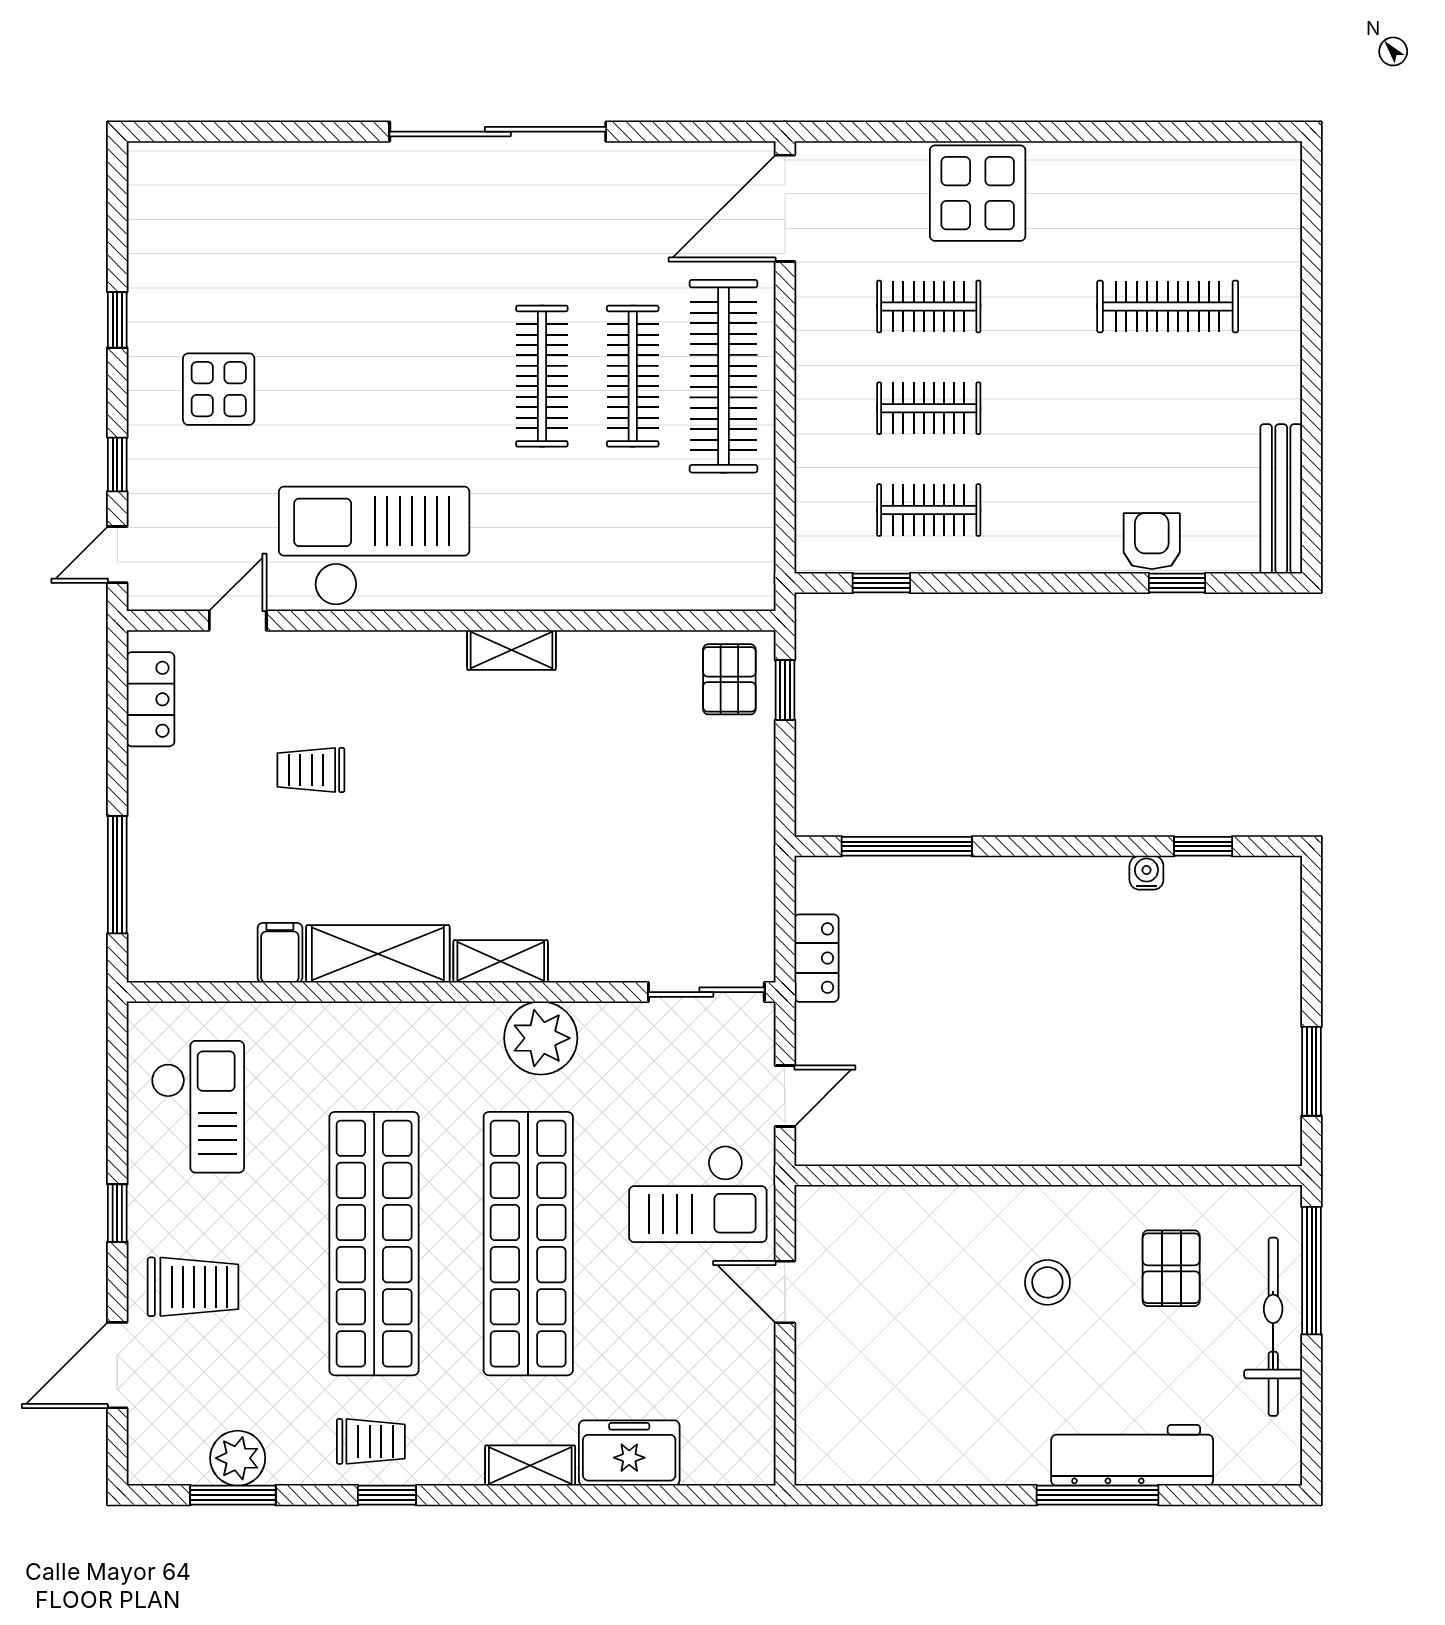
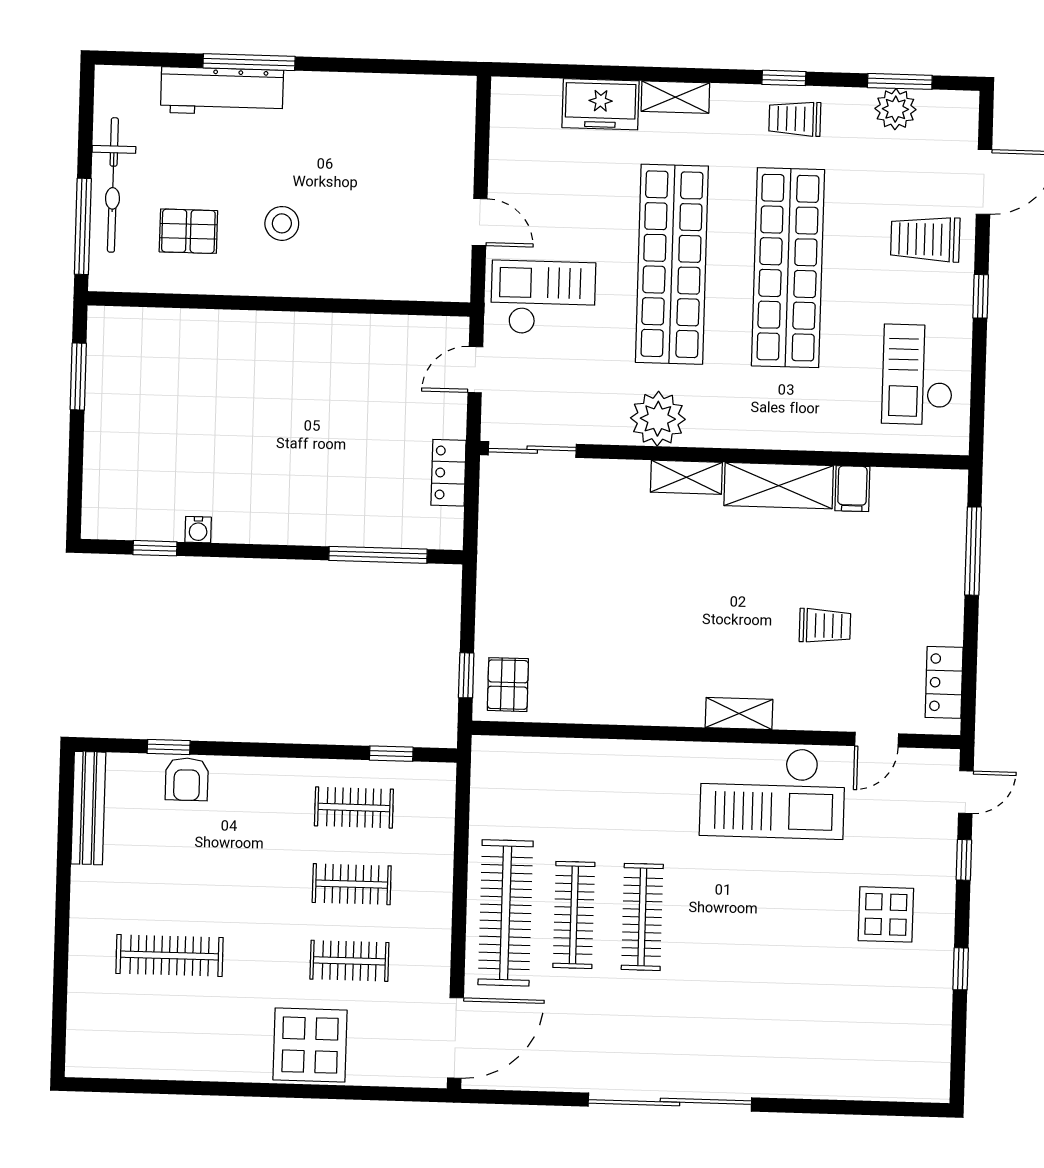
shelving: (511, 650) -> (739, 713), moved
pallet: (1171, 1268) -> (188, 231), turned 90

